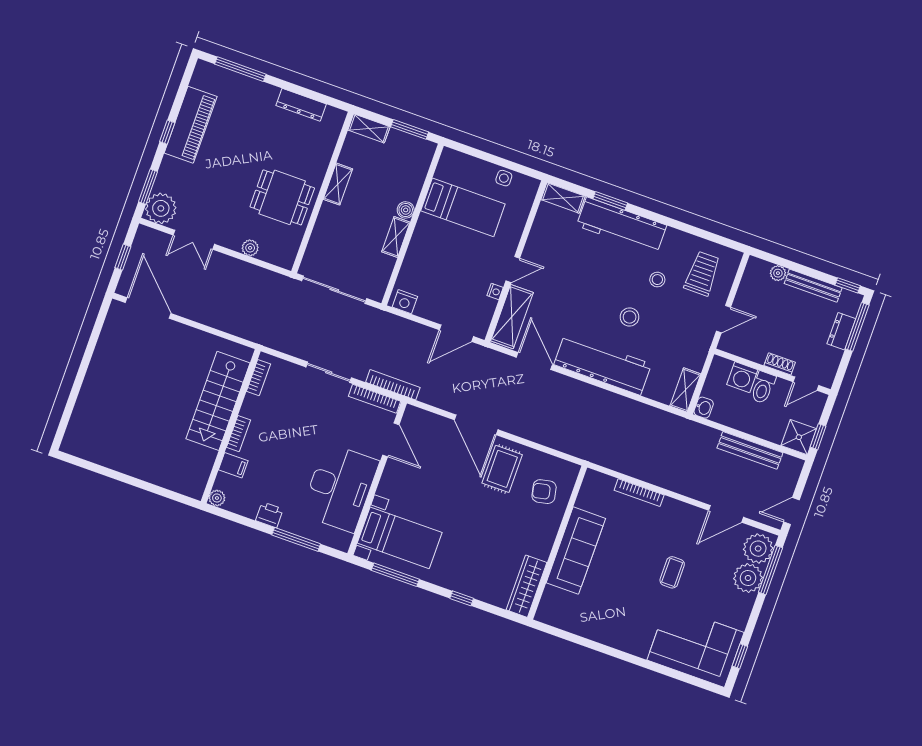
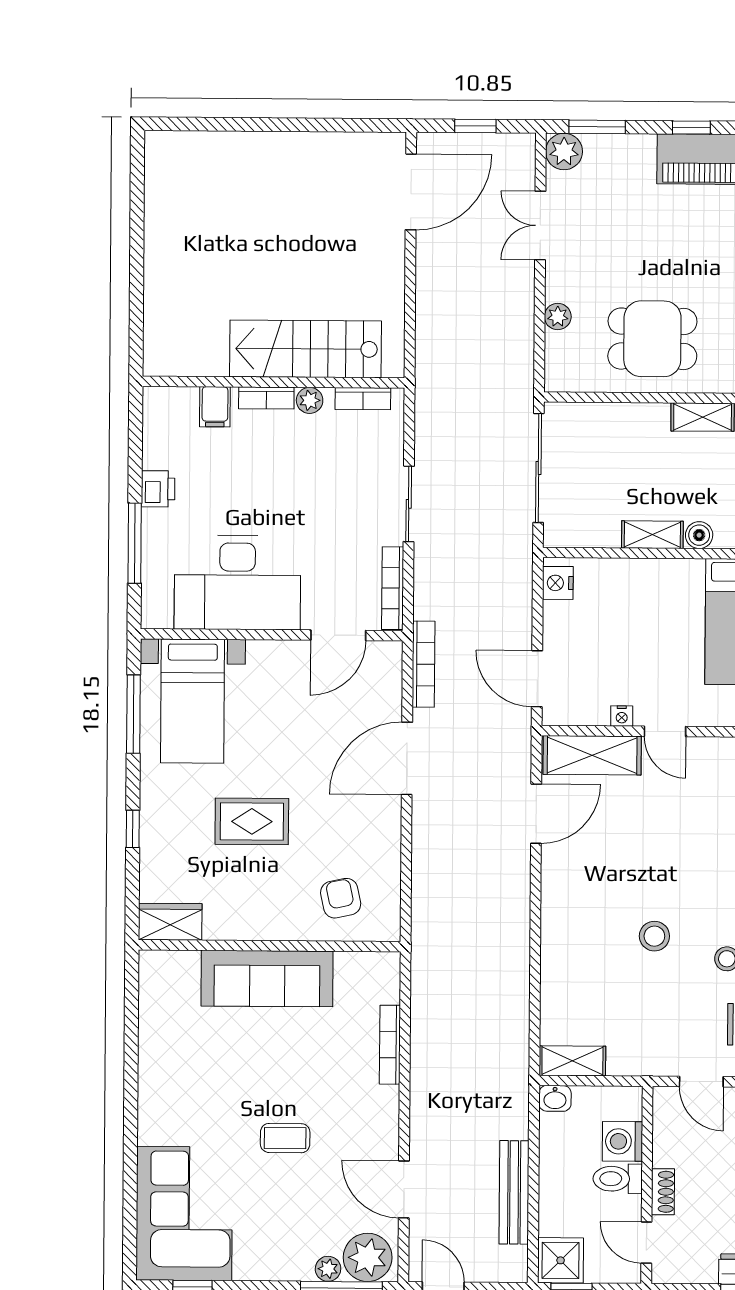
dining table: (282, 197) -> (652, 339), turned 90
plant: (161, 208) -> (564, 151), width x0.73, depth x0.73
workbench: (603, 364) -> (568, 920), removed
bookcase: (393, 385) -> (423, 664), moved
rug: (502, 469) -> (252, 821), moved
plant: (217, 498) -> (310, 400), moved
plant: (748, 578) -> (328, 1269), width x0.53, depth x0.53
wardrobe: (527, 586) -> (170, 922), width x0.67

